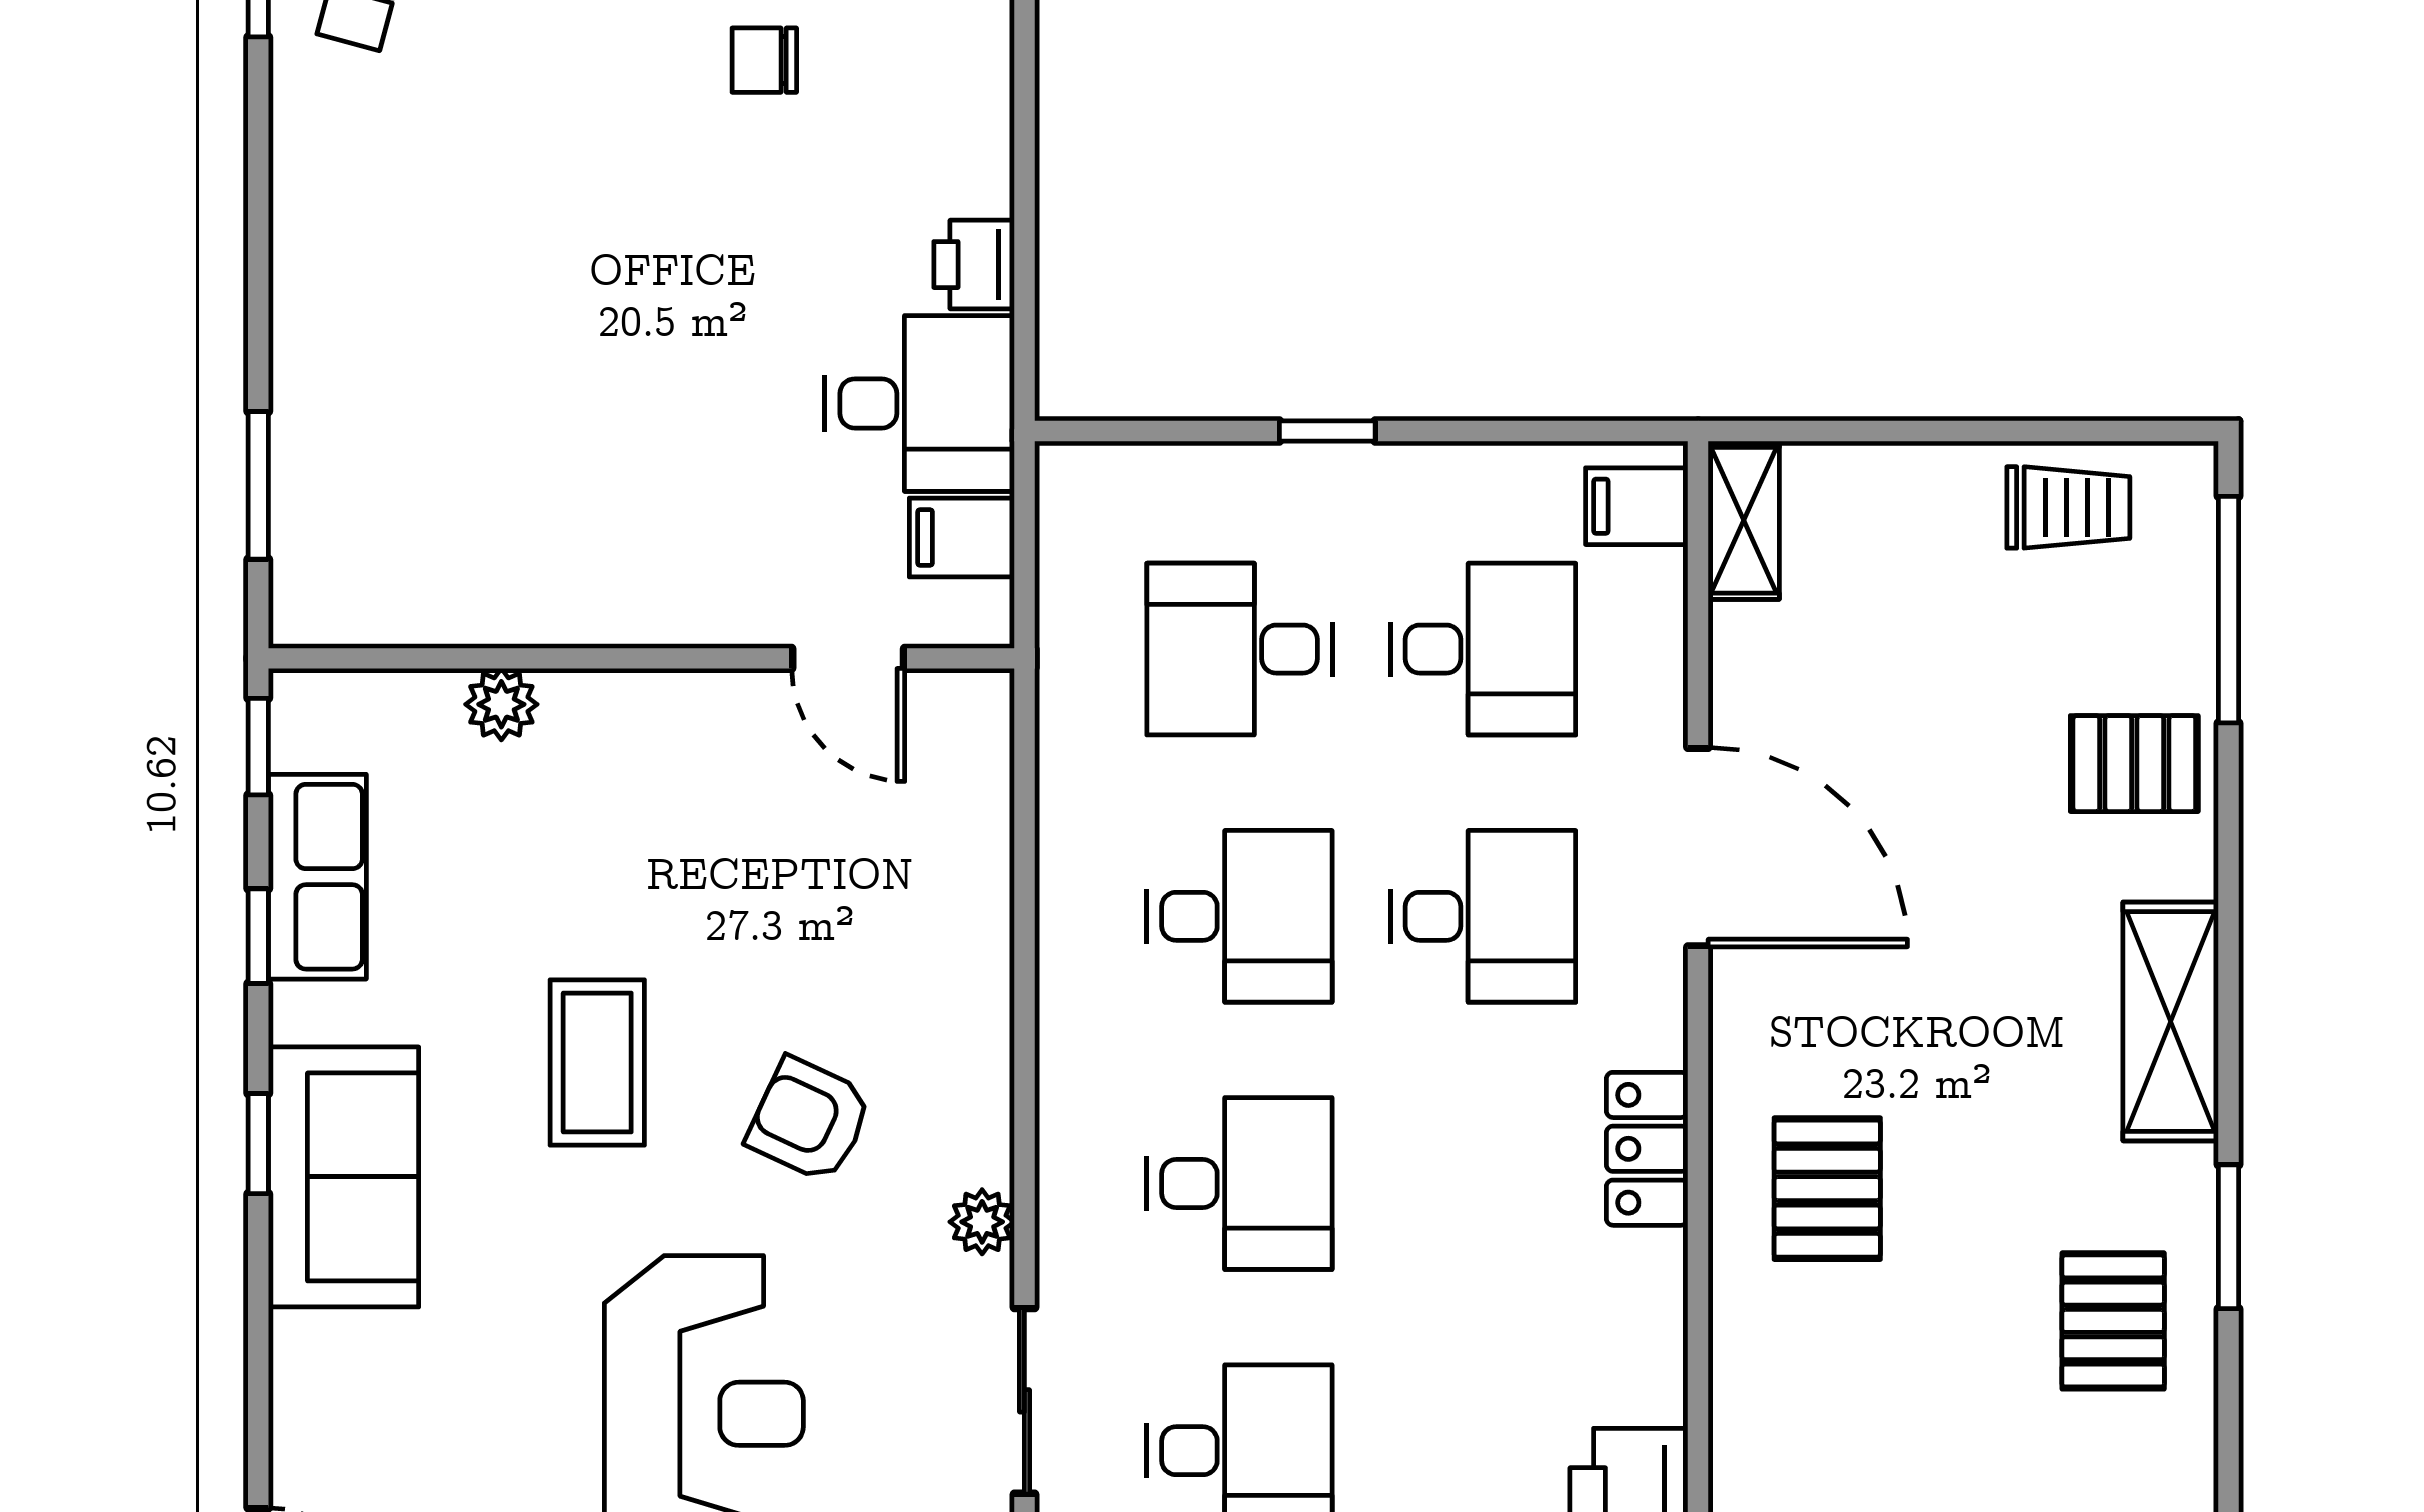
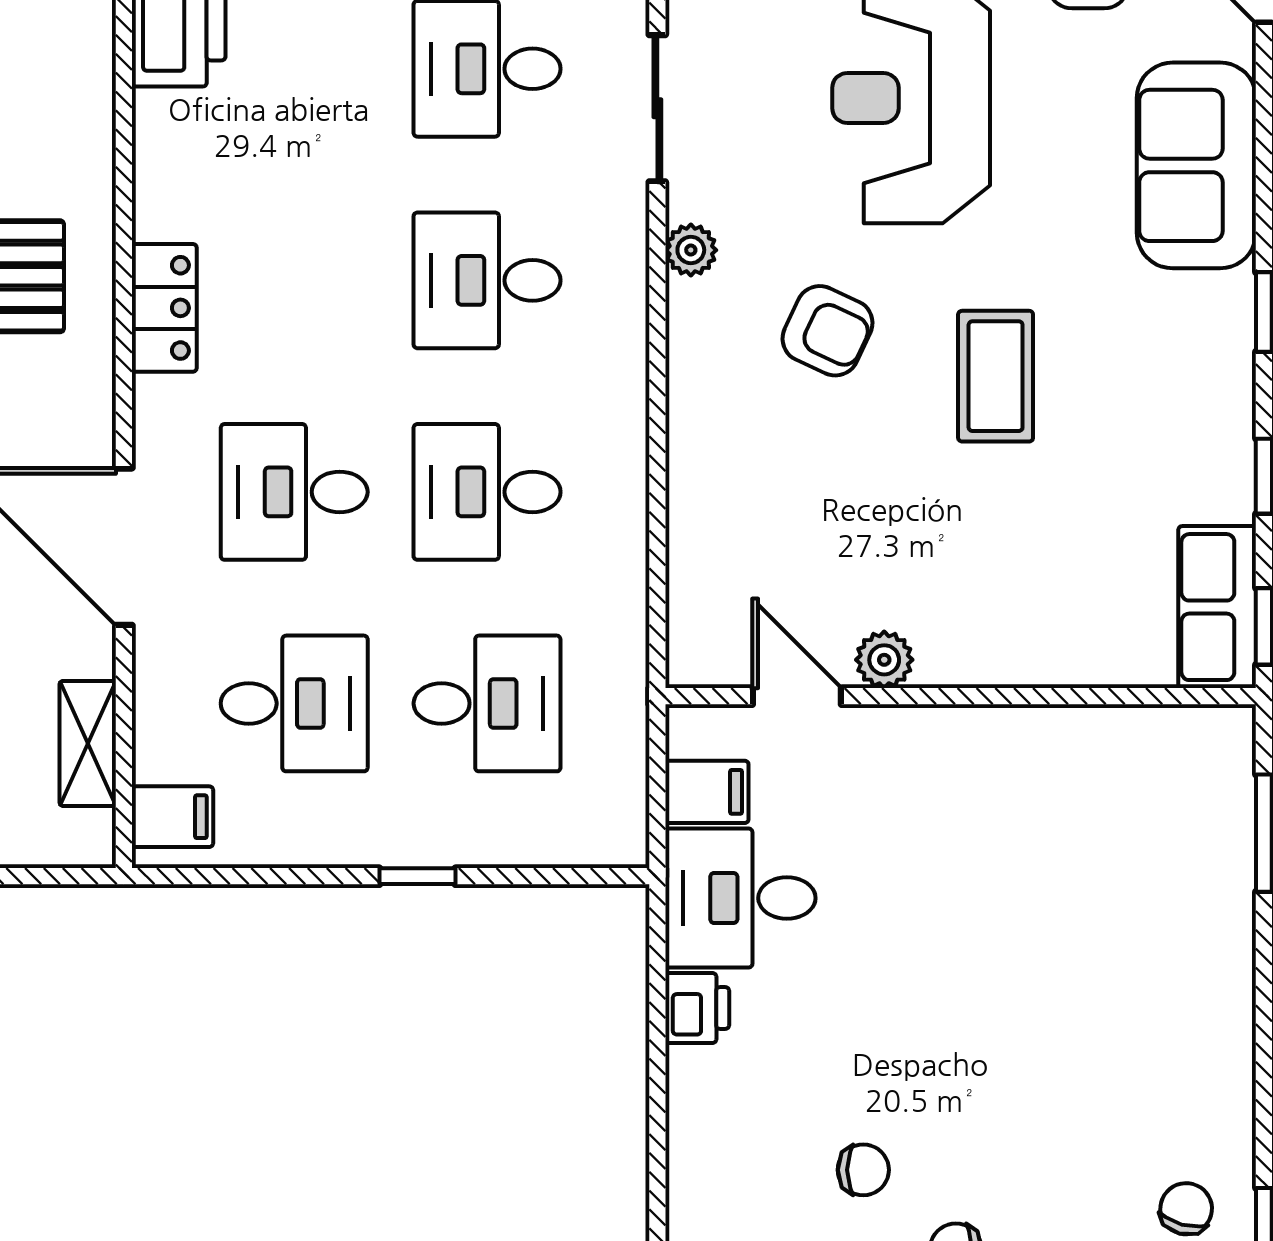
shelving: (1744, 520) -> (88, 743), moved
desk: (1483, 649) -> (294, 703), turned 180
plant: (501, 704) -> (884, 660), moved
row of seats: (317, 877) -> (1217, 607), moved
sofa: (344, 1177) -> (1196, 165), moved

